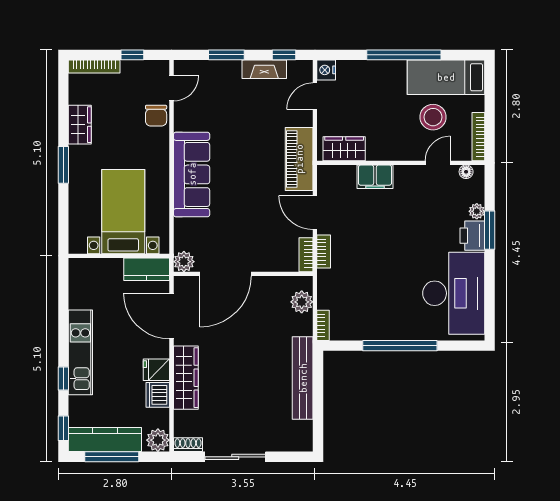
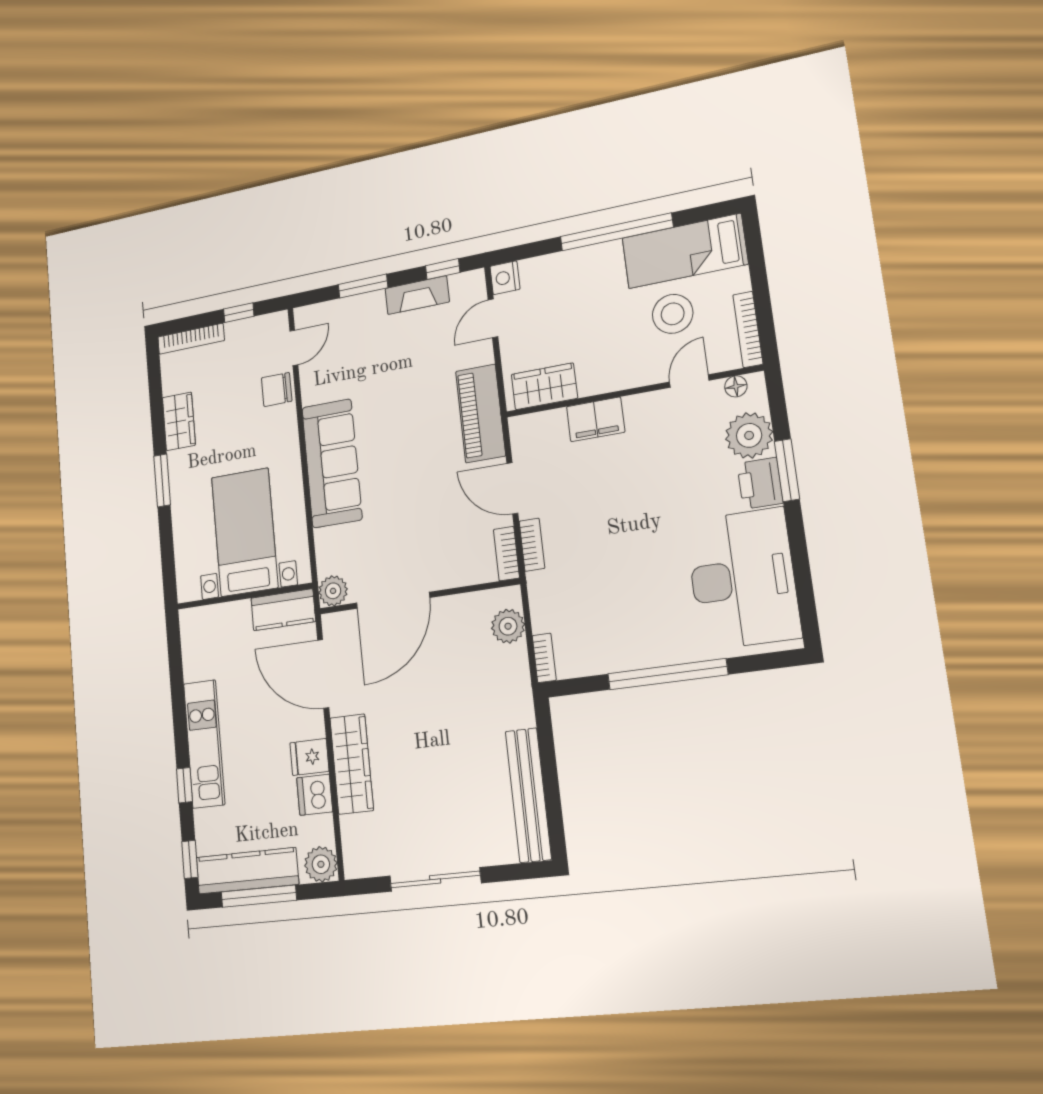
chair: (156, 116) -> (277, 389), turned 90
plant: (477, 211) -> (749, 435), width x1.87, depth x1.87
bench: (303, 378) -> (528, 795), moved
shoe rack: (188, 445) -> (364, 867), removed

